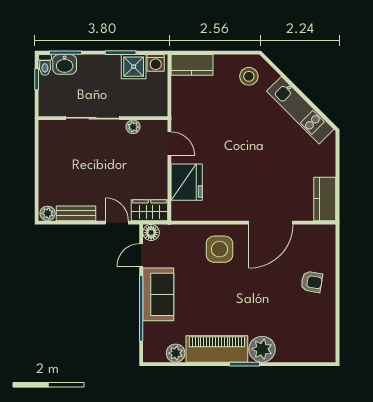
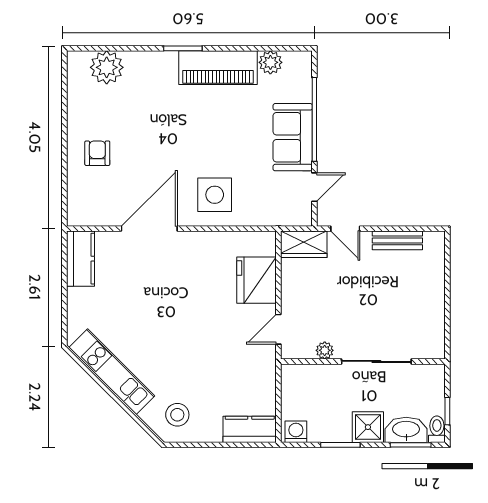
washbasin: (65, 64) -> (406, 430), width x1.38
shower: (134, 67) -> (368, 427), moved
door: (169, 144) -> (278, 329), hinge flipped
plant: (48, 213) -> (434, 240), removed
floor lamp: (151, 232) -> (302, 216), removed
armchair: (312, 282) -> (97, 153), turned 80
plant: (262, 349) -> (107, 67), moved

